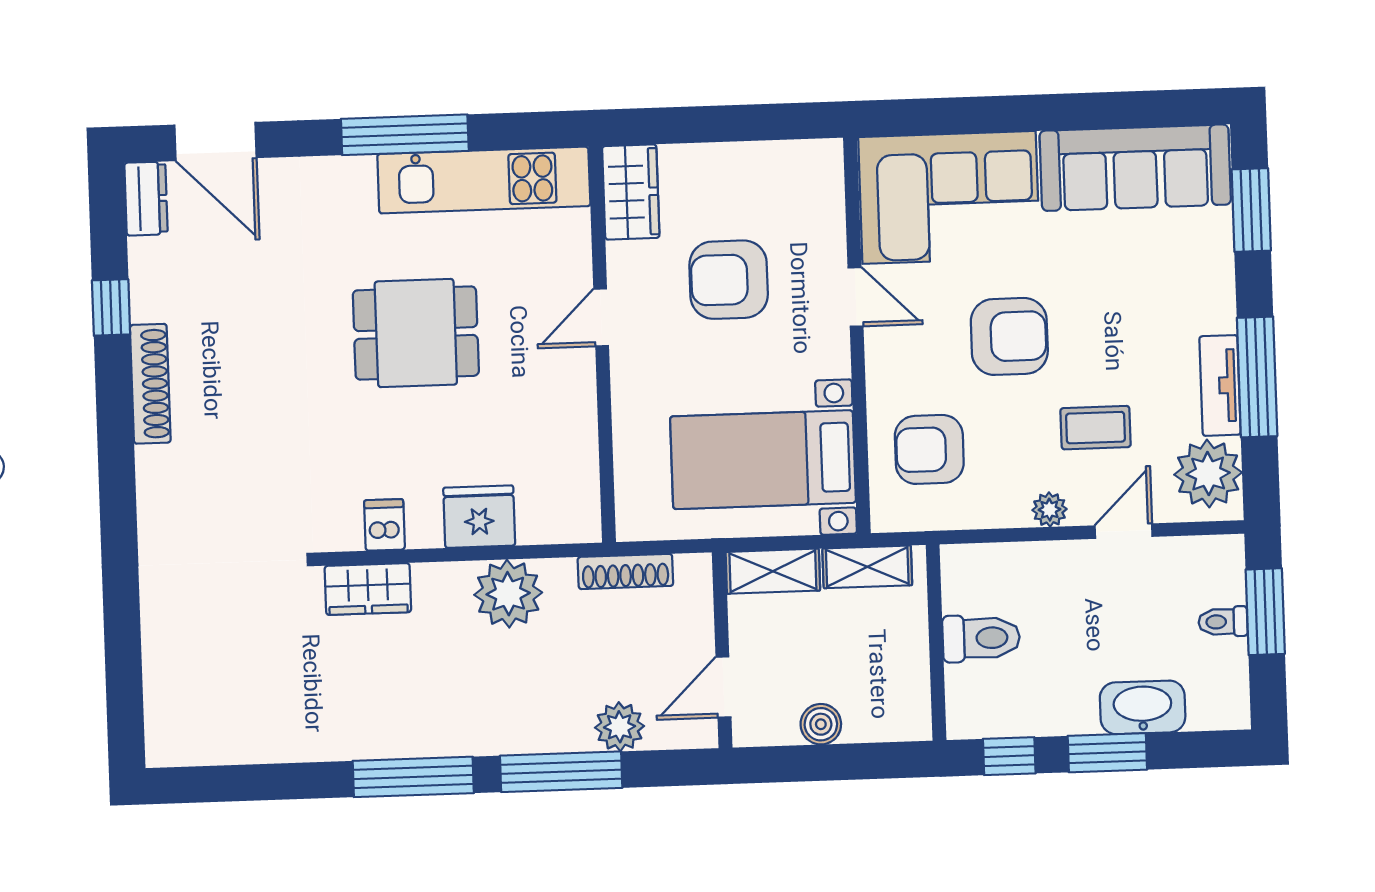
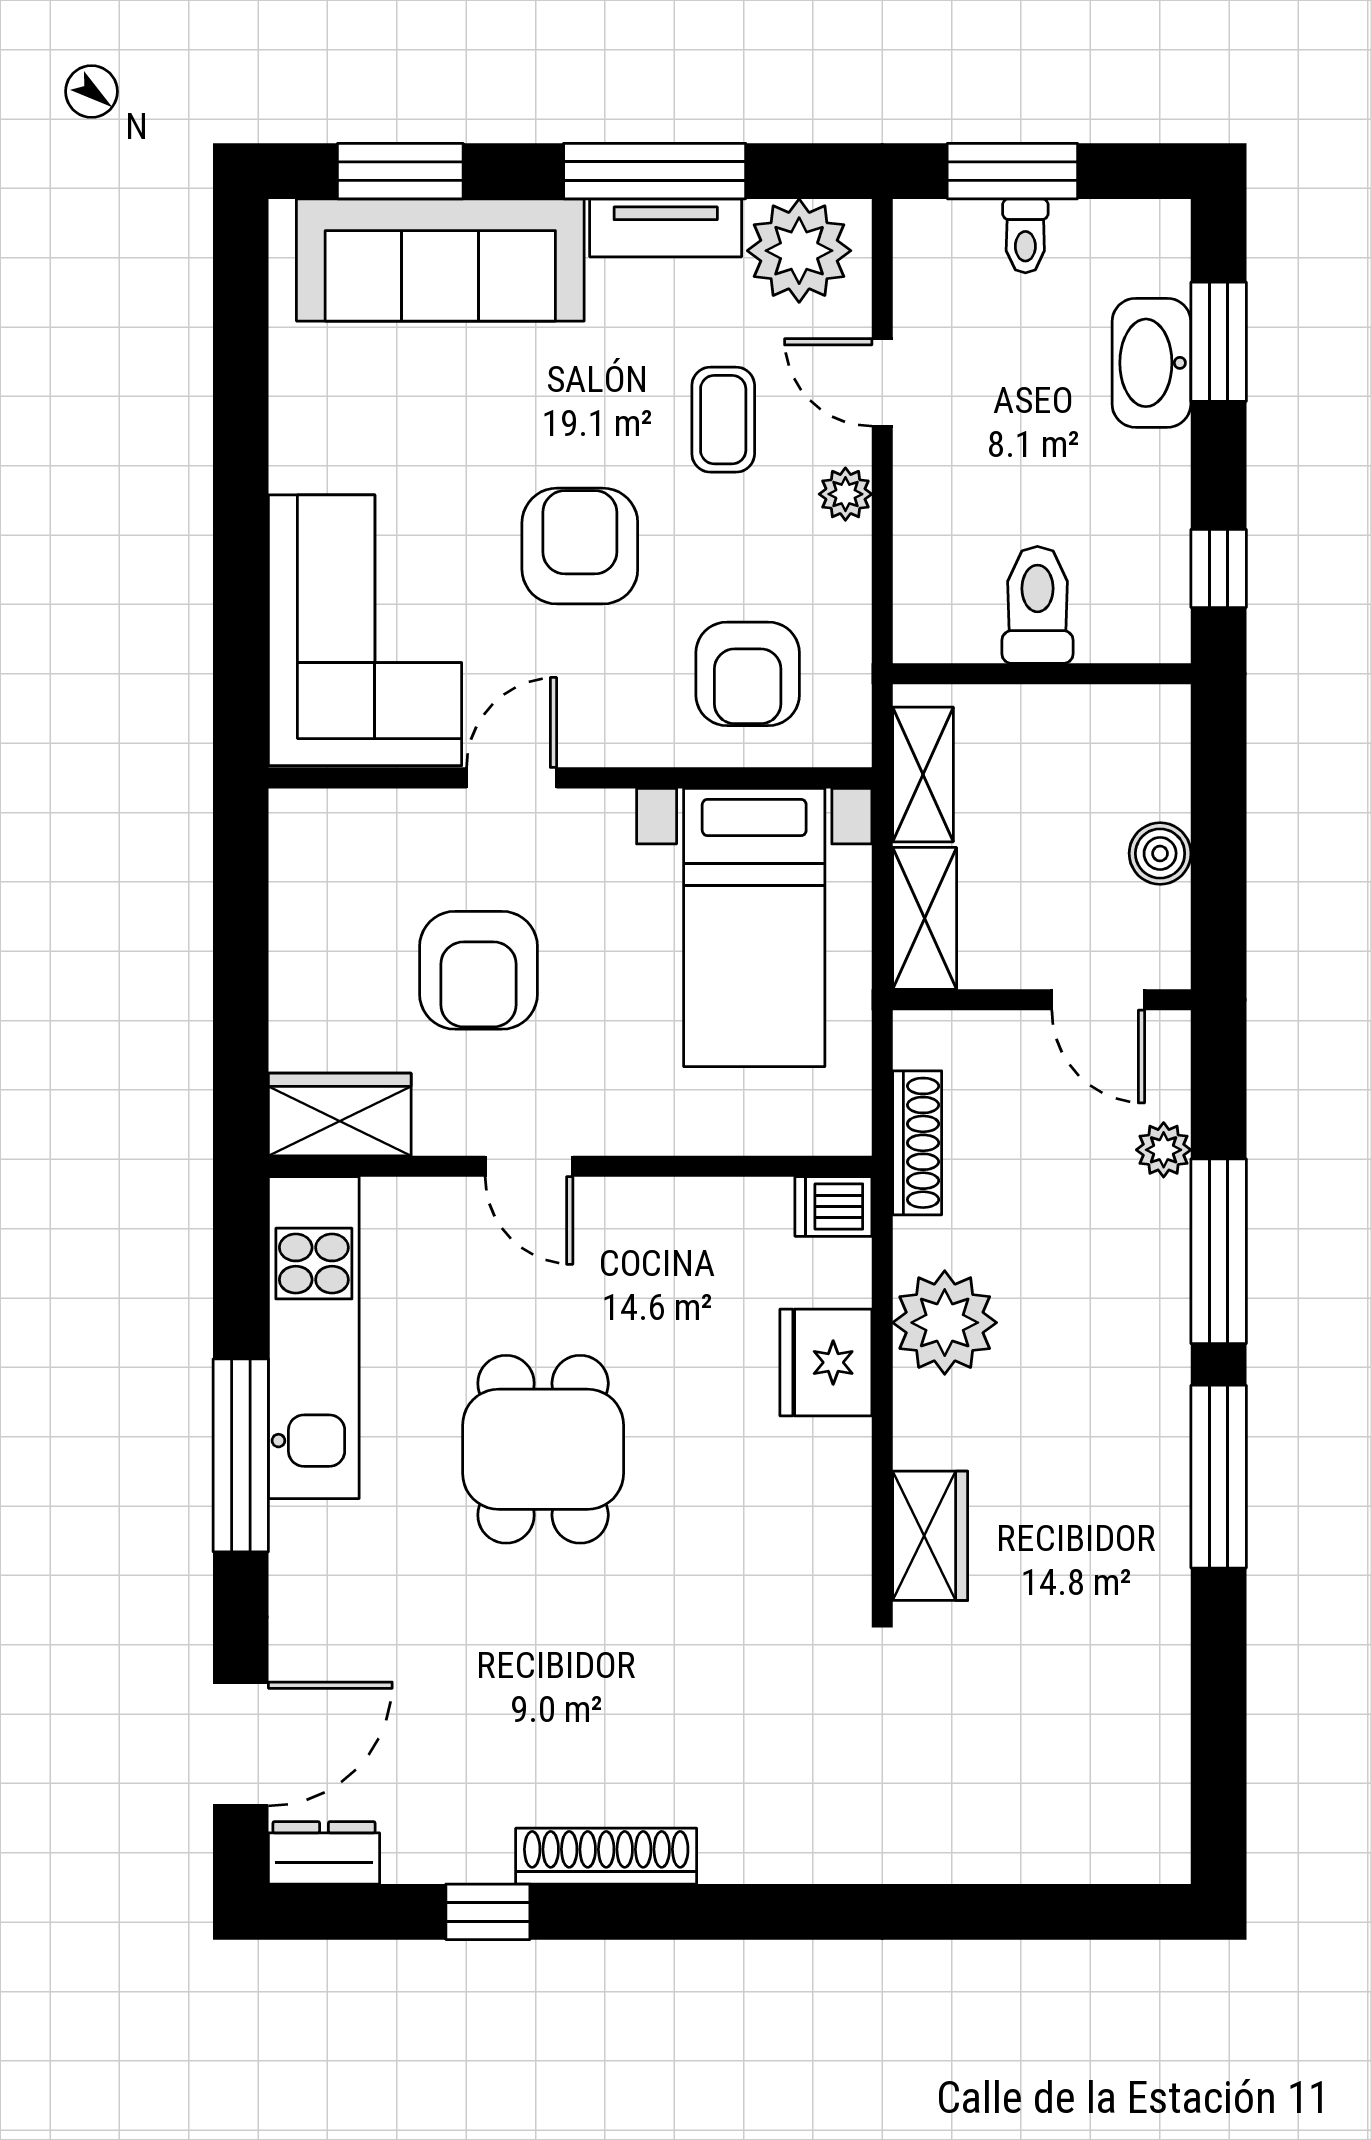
sofa: (1135, 168) -> (440, 260), moved, turned 90
dishwasher: (384, 525) -> (833, 1206), moved
plant: (620, 727) -> (1164, 1150), width x0.73, depth x0.73
window: (1107, 753) -> (1219, 342), moved

